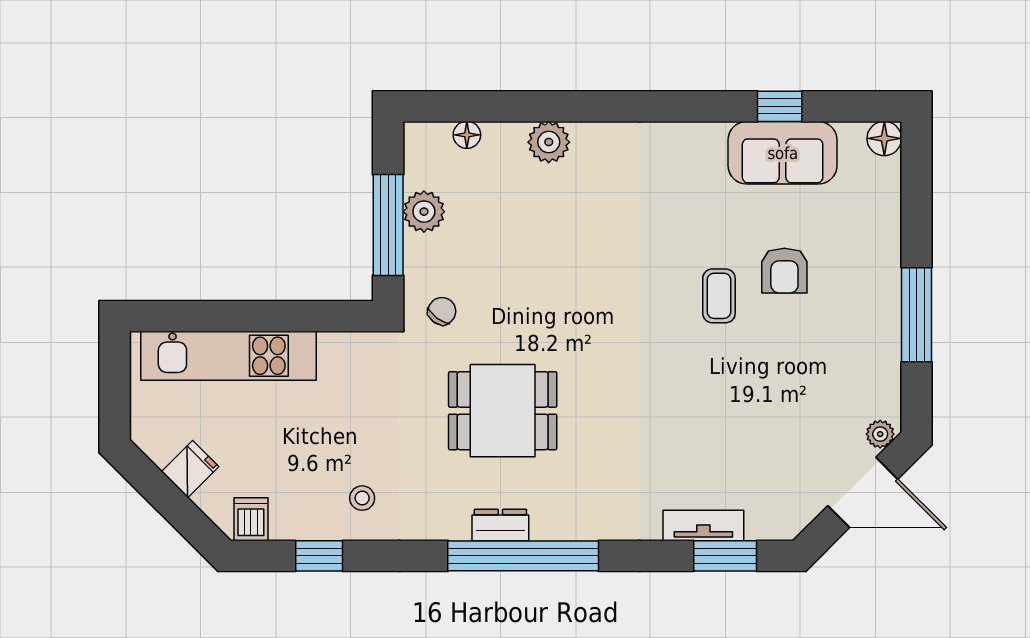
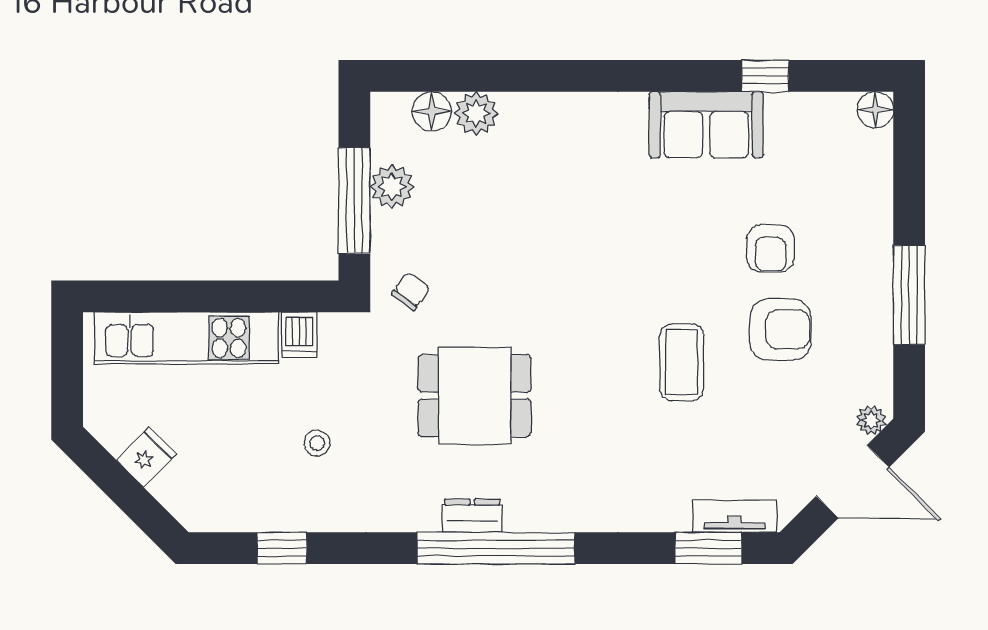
floor lamp: (467, 135) -> (432, 111), width x1.37, depth x1.37
plant: (549, 142) -> (476, 113), moved
sofa: (783, 153) -> (706, 125), moved
coffee table: (719, 296) -> (682, 362), moved, width x1.36, depth x1.30
armchair: (794, 348) -> (780, 329), added
stool: (362, 498) -> (317, 443), moved
dishwasher: (251, 519) -> (299, 335), moved, turned 180
tv unit: (703, 526) -> (734, 516), moved

